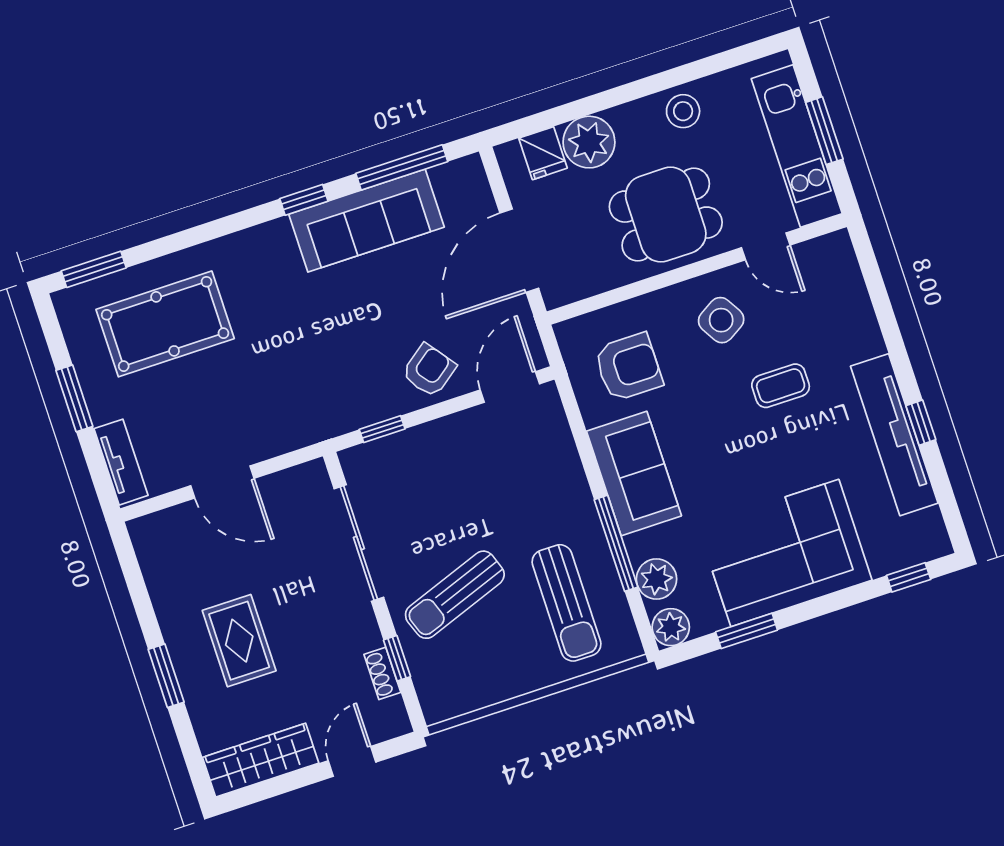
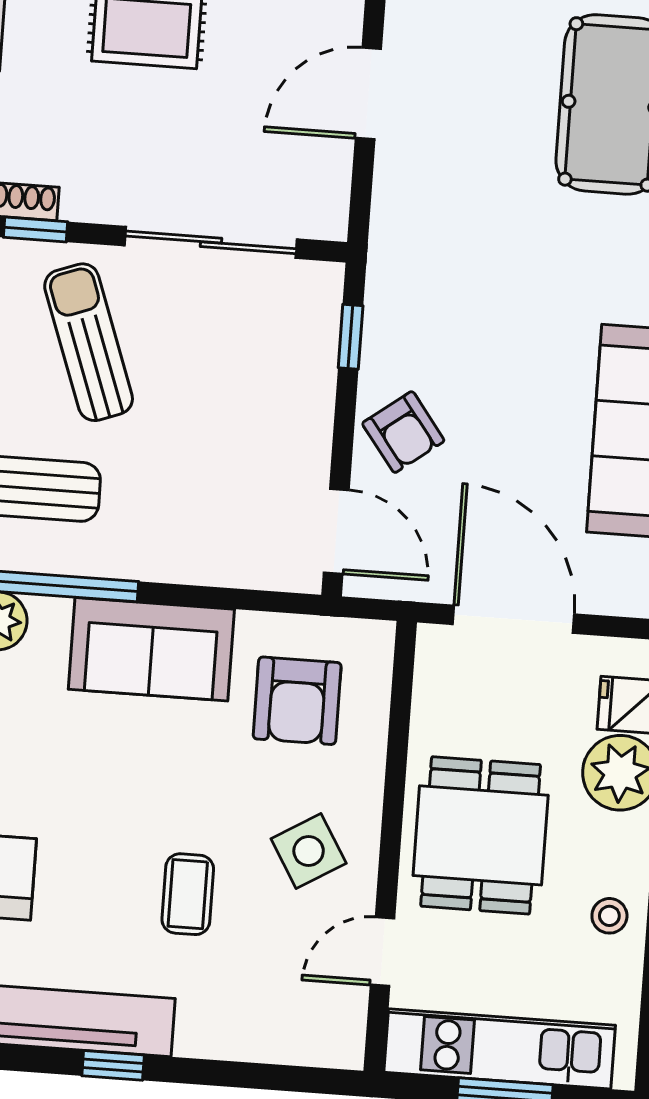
stool: (683, 111) -> (609, 916), width x0.73, depth x0.73
window: (921, 423) -> (113, 1065), moved

